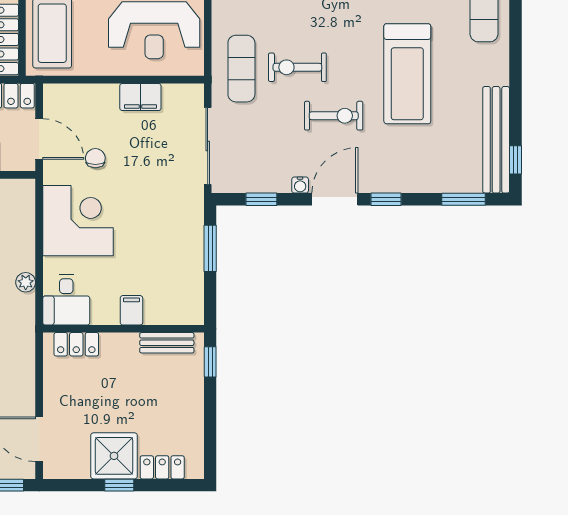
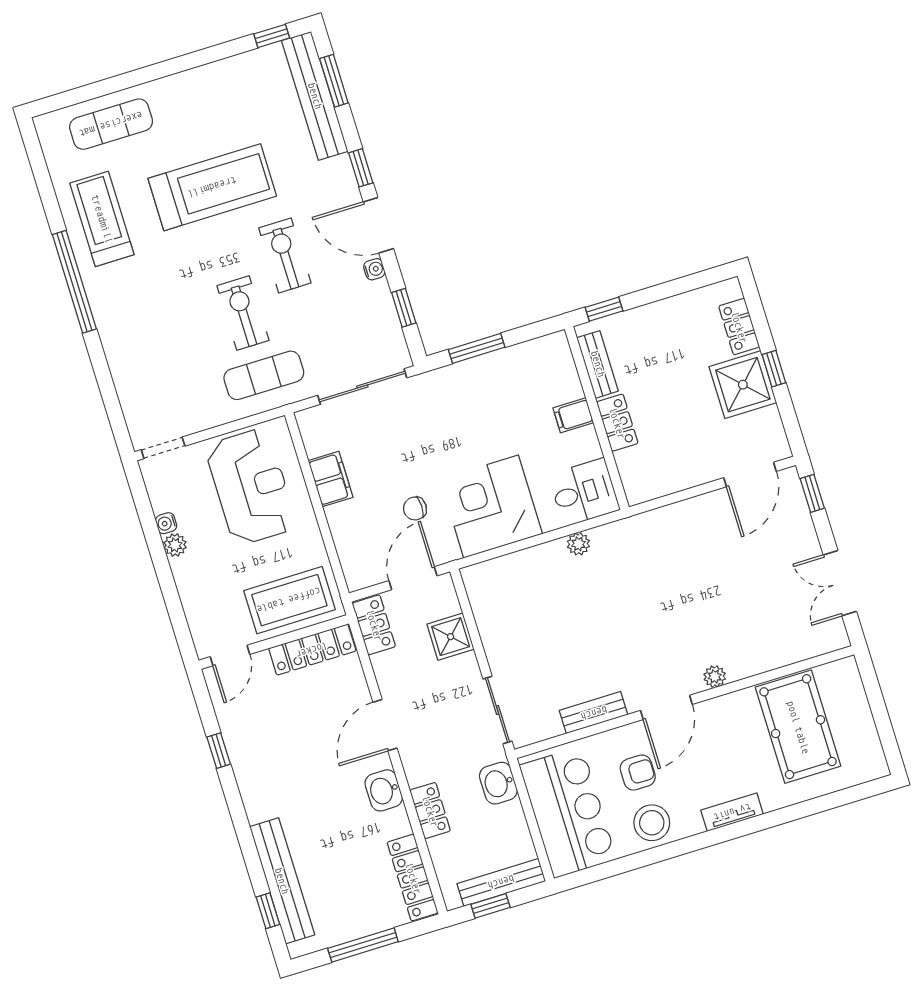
exercise bike: (297, 67) -> (243, 313), turned 180
bench: (496, 140) -> (315, 96), moved, turned 90
locker: (76, 344) -> (617, 423), moved

